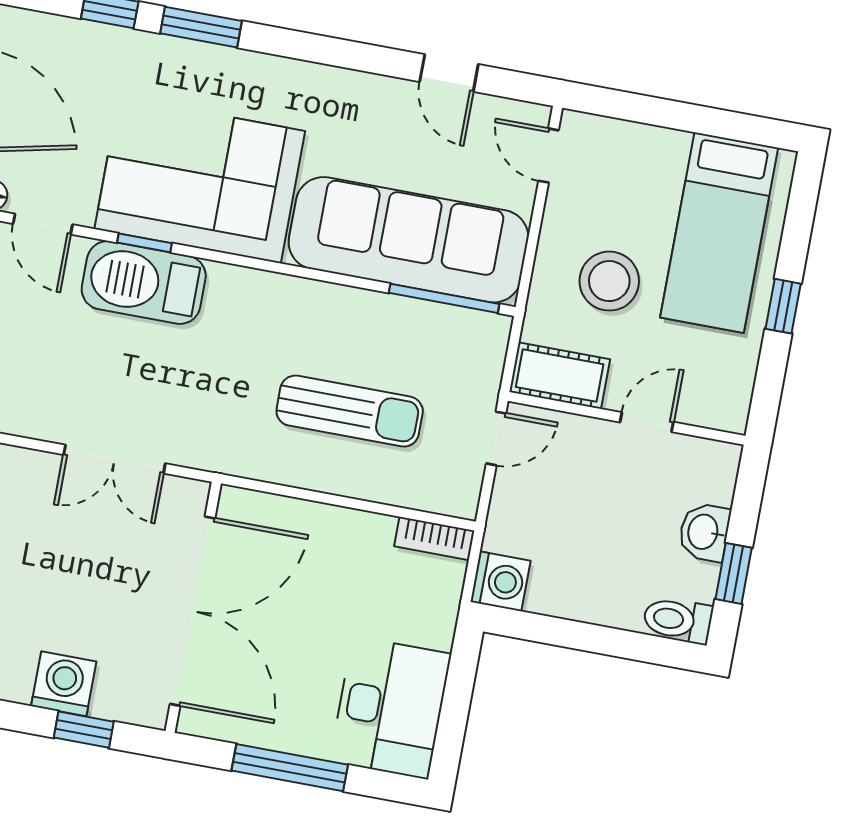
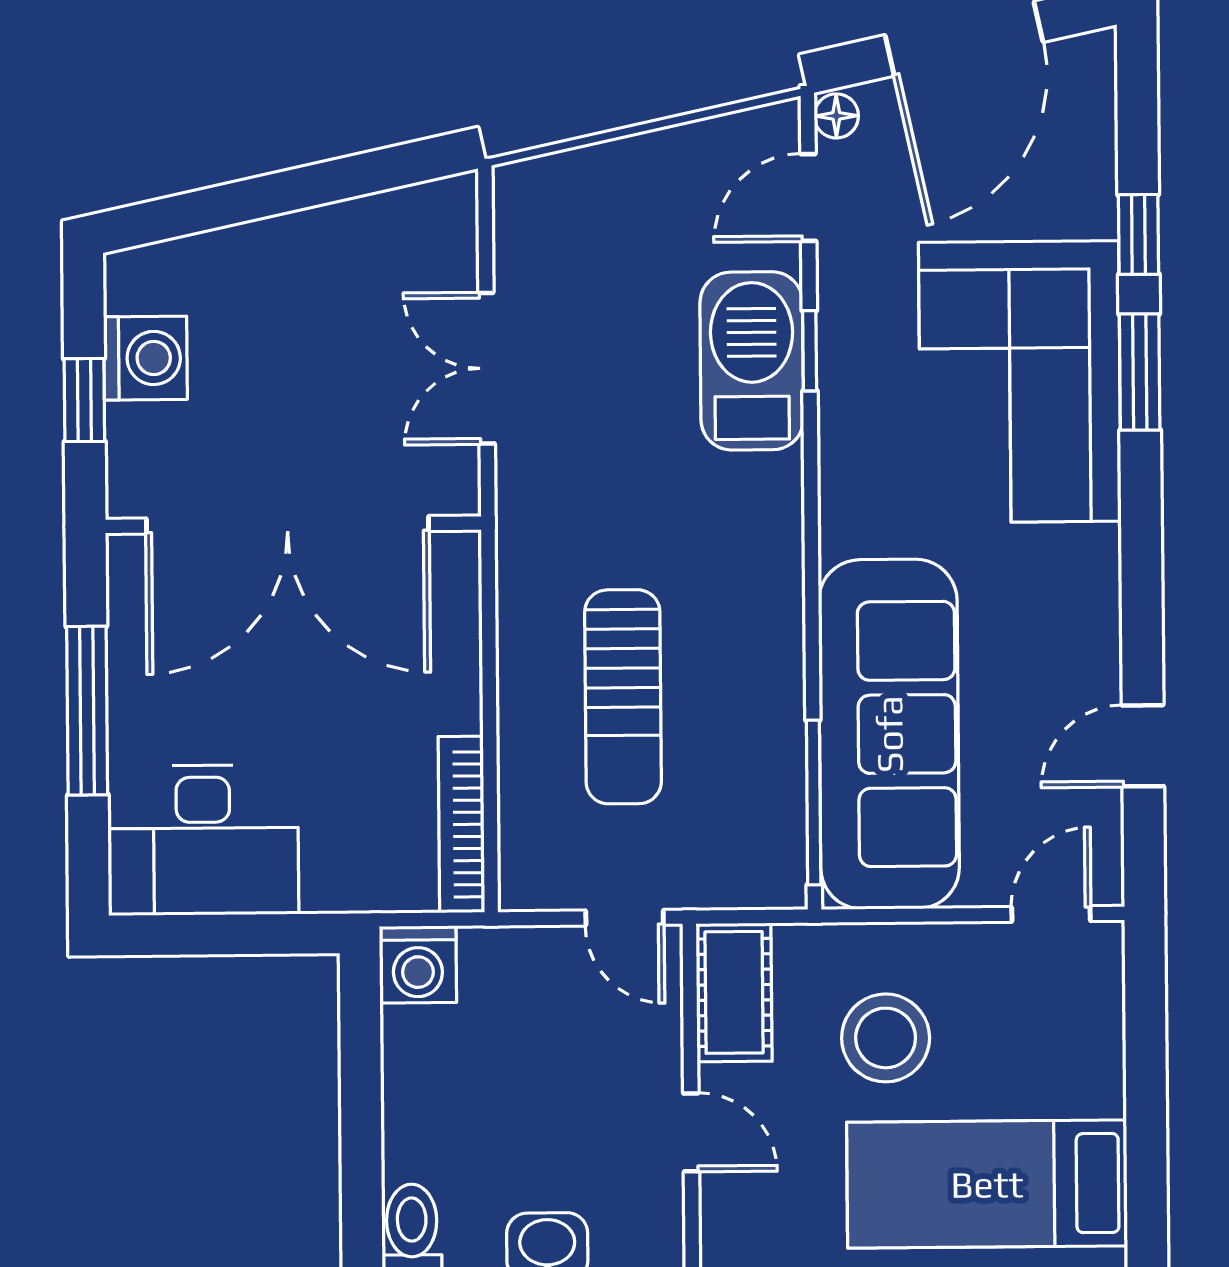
corner sofa: (200, 180) -> (1020, 382), moved, turned 180
bookcase: (434, 538) -> (461, 824), width x1.56

